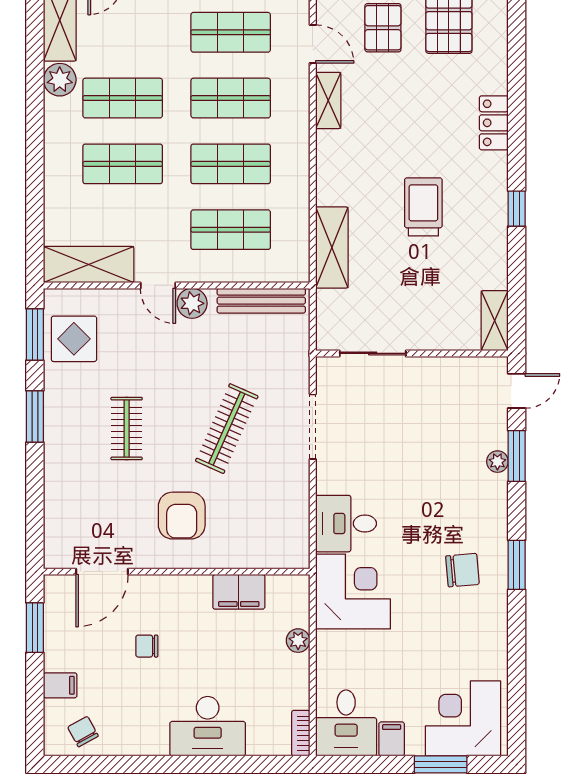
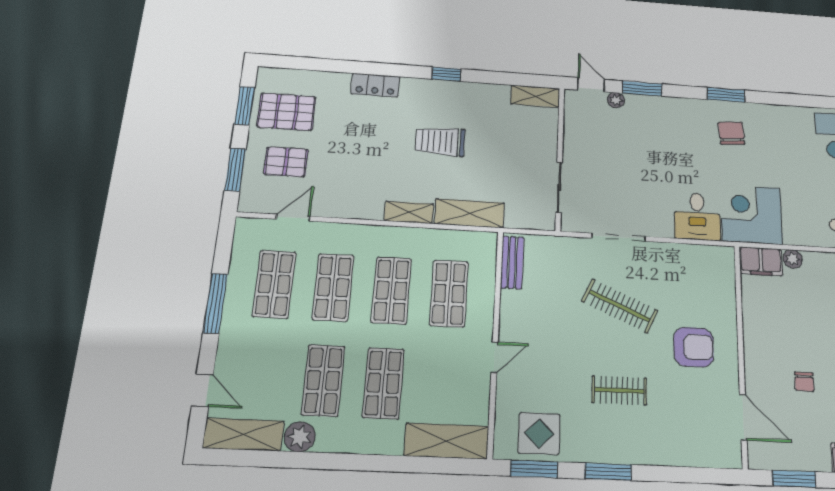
shelving: (328, 100) -> (409, 212), moved
shelving: (89, 265) -> (446, 441), moved, turned 90
bench: (261, 301) -> (512, 262), width x0.73
plant: (192, 303) -> (511, 329), removed
plant: (497, 462) -> (616, 100), moved
filing cabinet: (239, 592) -> (761, 261), moved, turned 90

